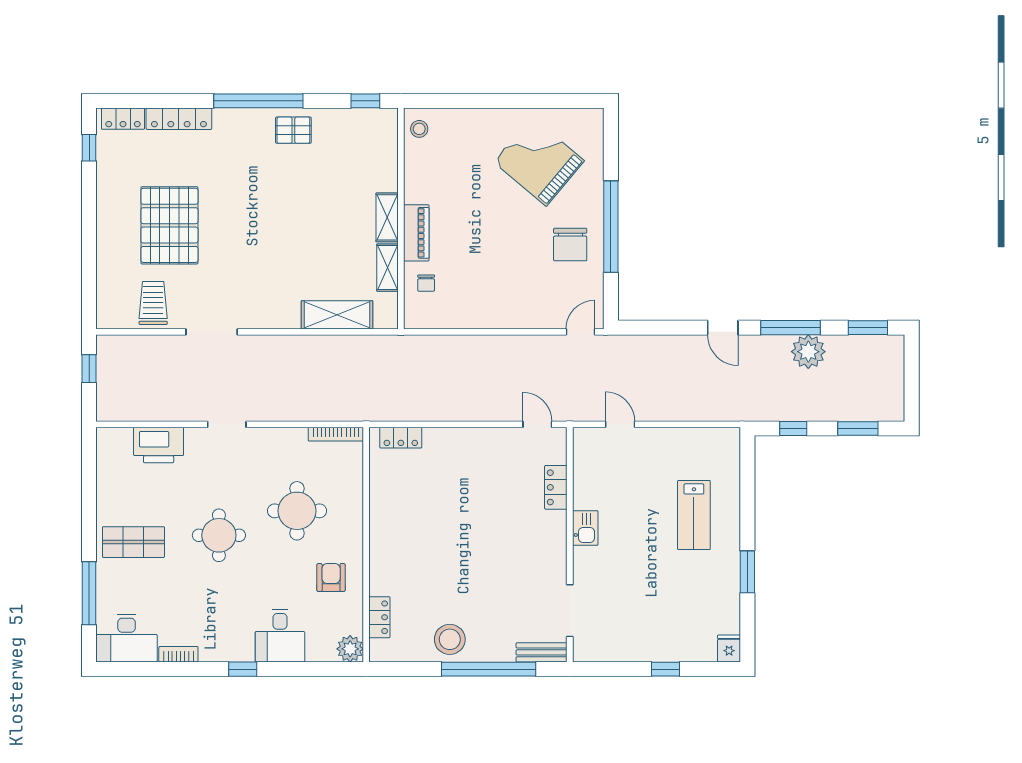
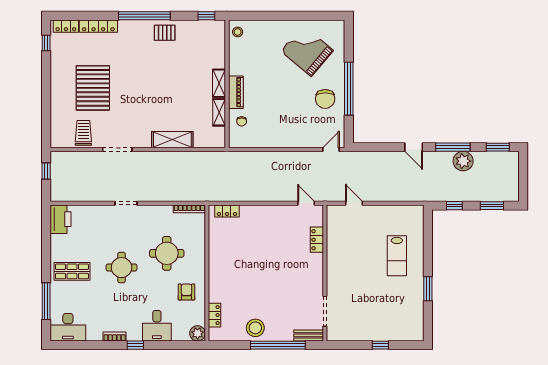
shelving: (337, 315) -> (172, 140), moved
printer: (159, 445) -> (61, 219), moved, turned -90
kitchen sink: (585, 528) -> (334, 263), removed
fridge: (729, 648) -> (417, 333), removed
bookcase: (178, 654) -> (115, 337), moved

